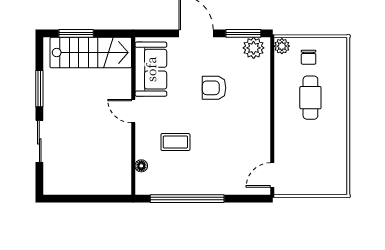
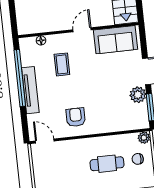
plant: (254, 48) -> (138, 95), moved
armchair: (214, 88) -> (76, 117), moved
tv unit: (204, 187) -> (30, 90), added

